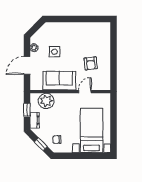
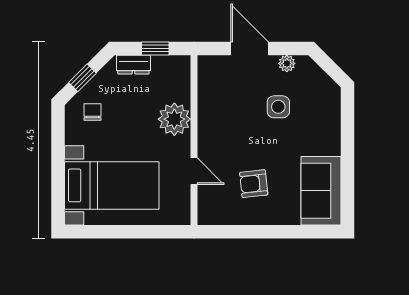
sofa: (59, 81) -> (321, 191), moved, turned 180
plant: (46, 101) -> (174, 119), moved

